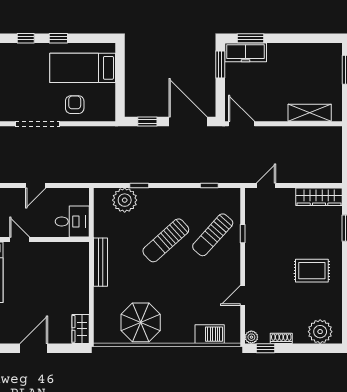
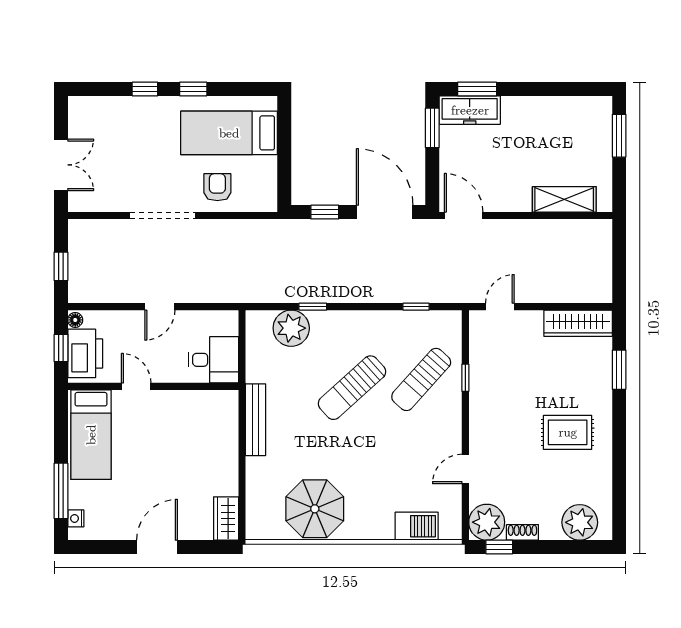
plant: (251, 337) -> (487, 522), width x1.88, depth x1.88

